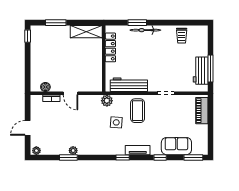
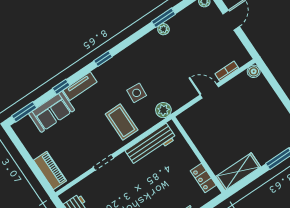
locker: (110, 47) -> (203, 178), width x0.66
boiler: (45, 87) -> (254, 71), moved
tv unit: (138, 150) -> (80, 86), moved

